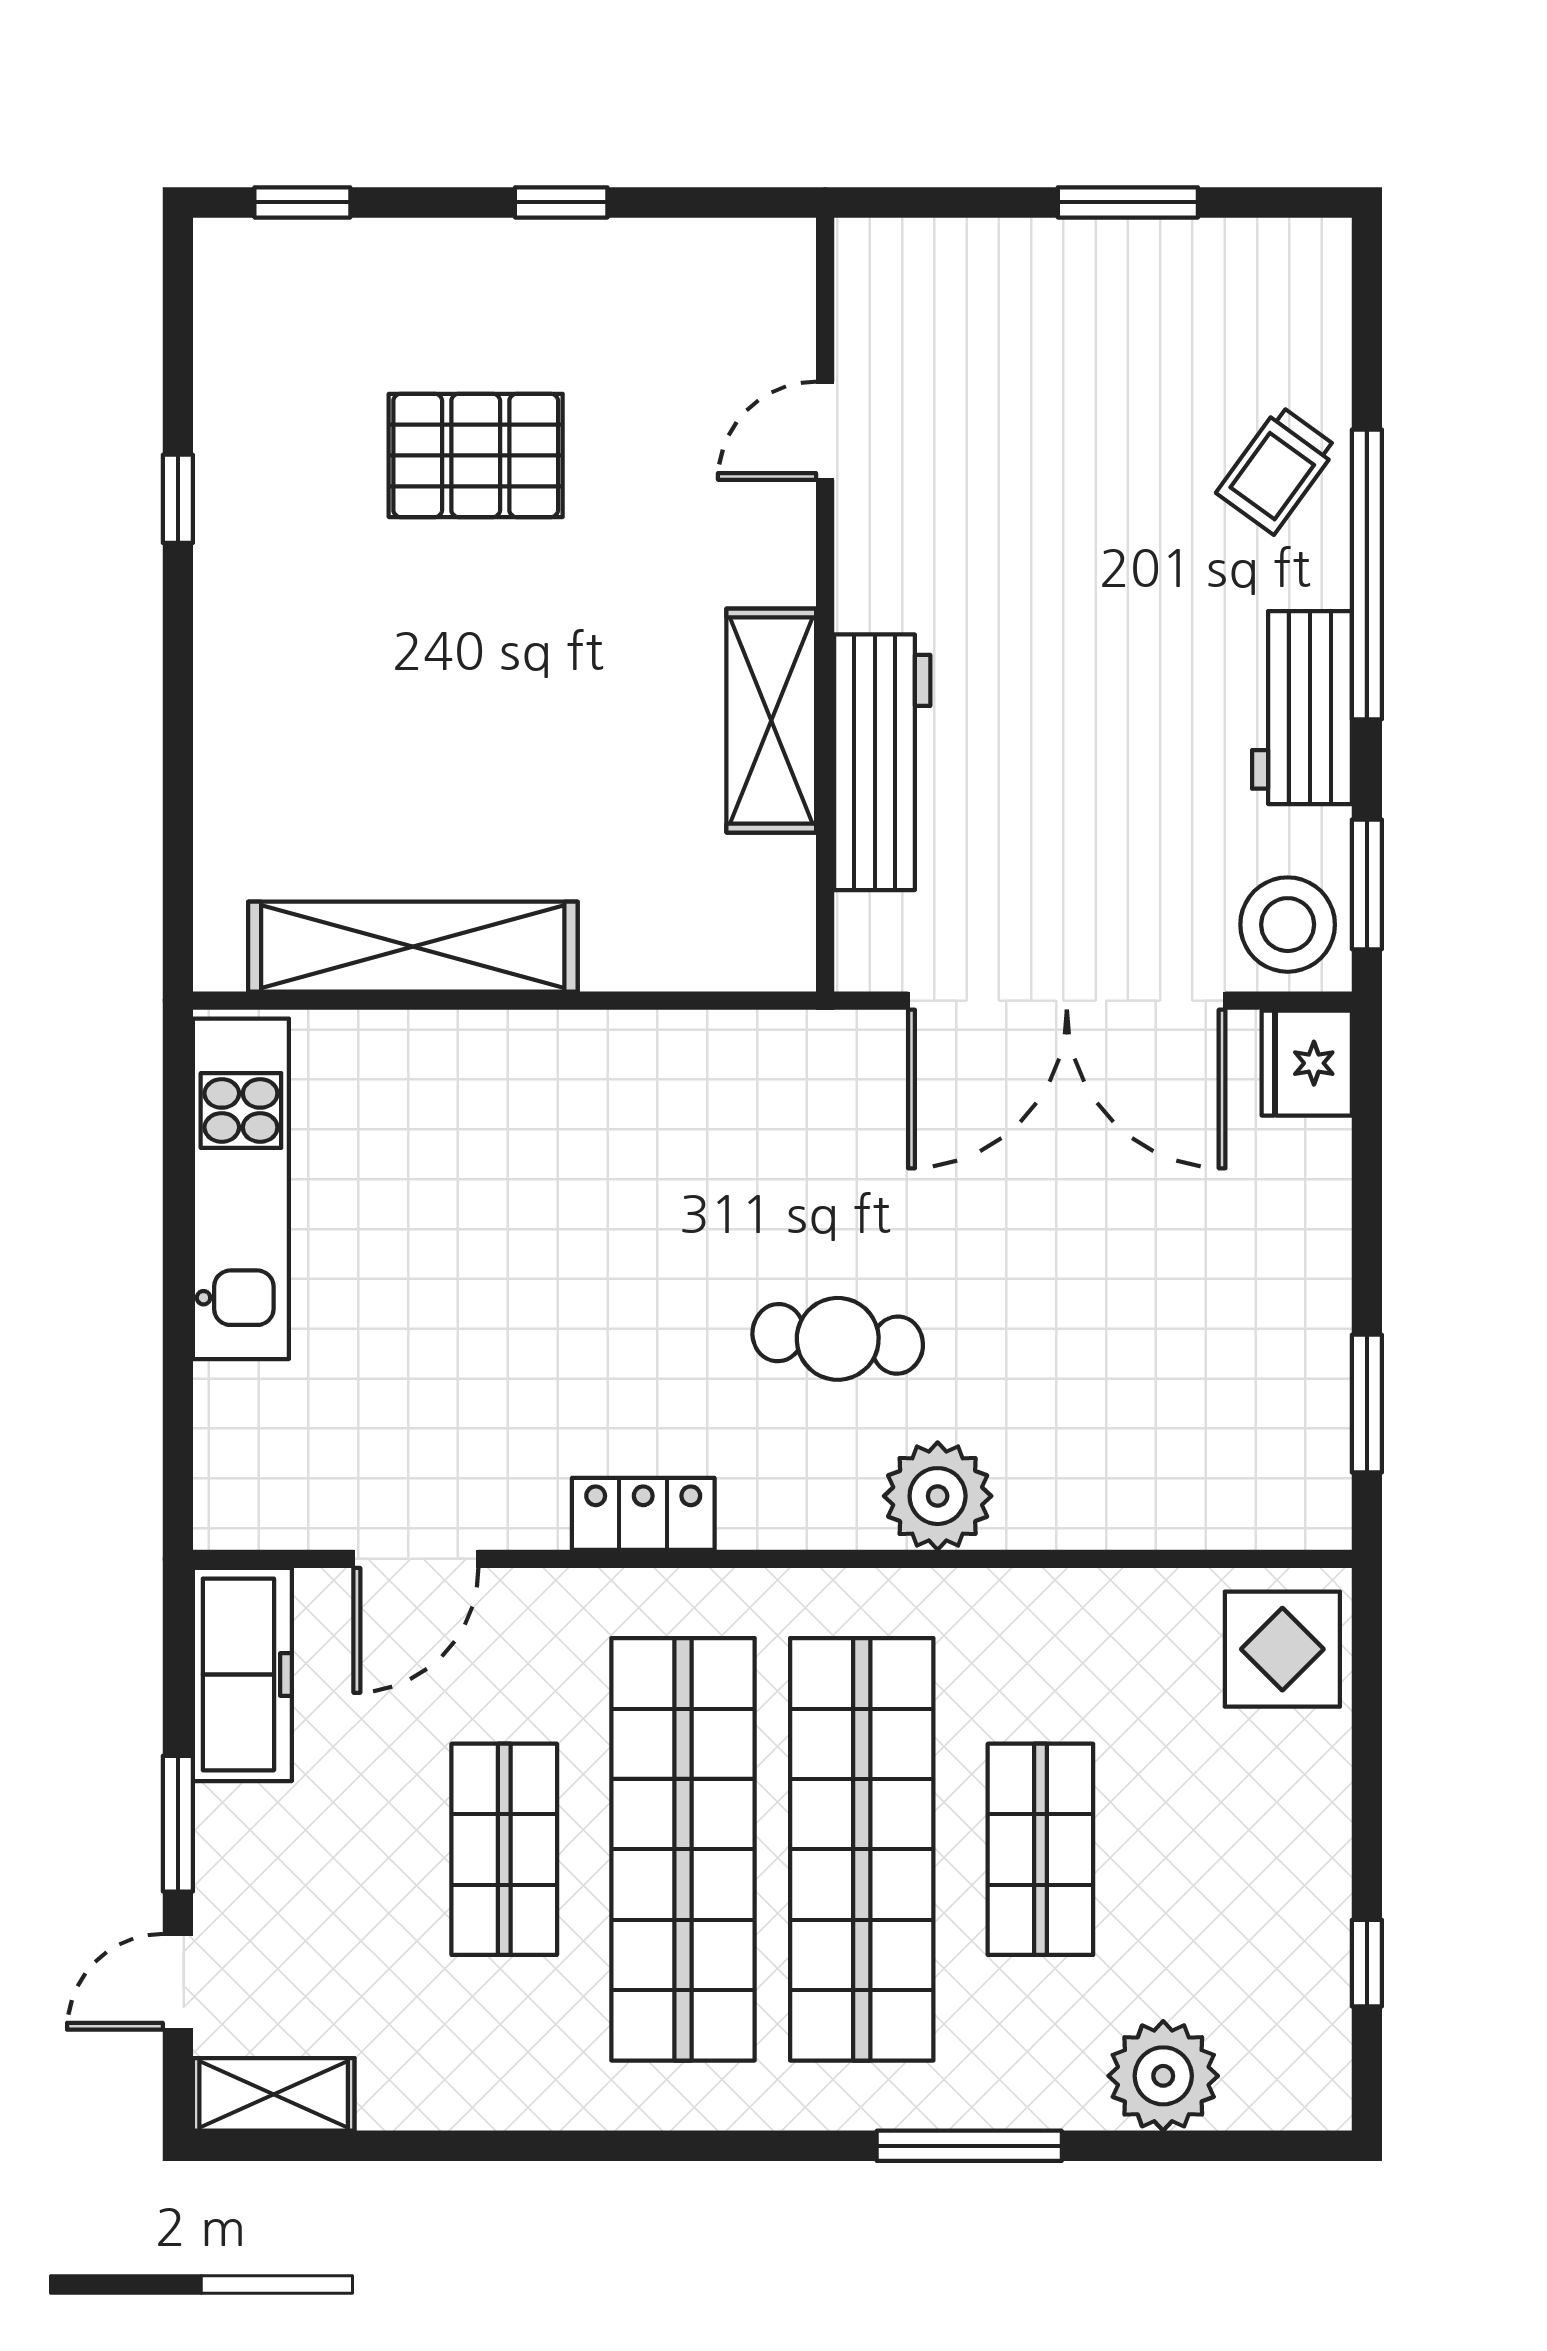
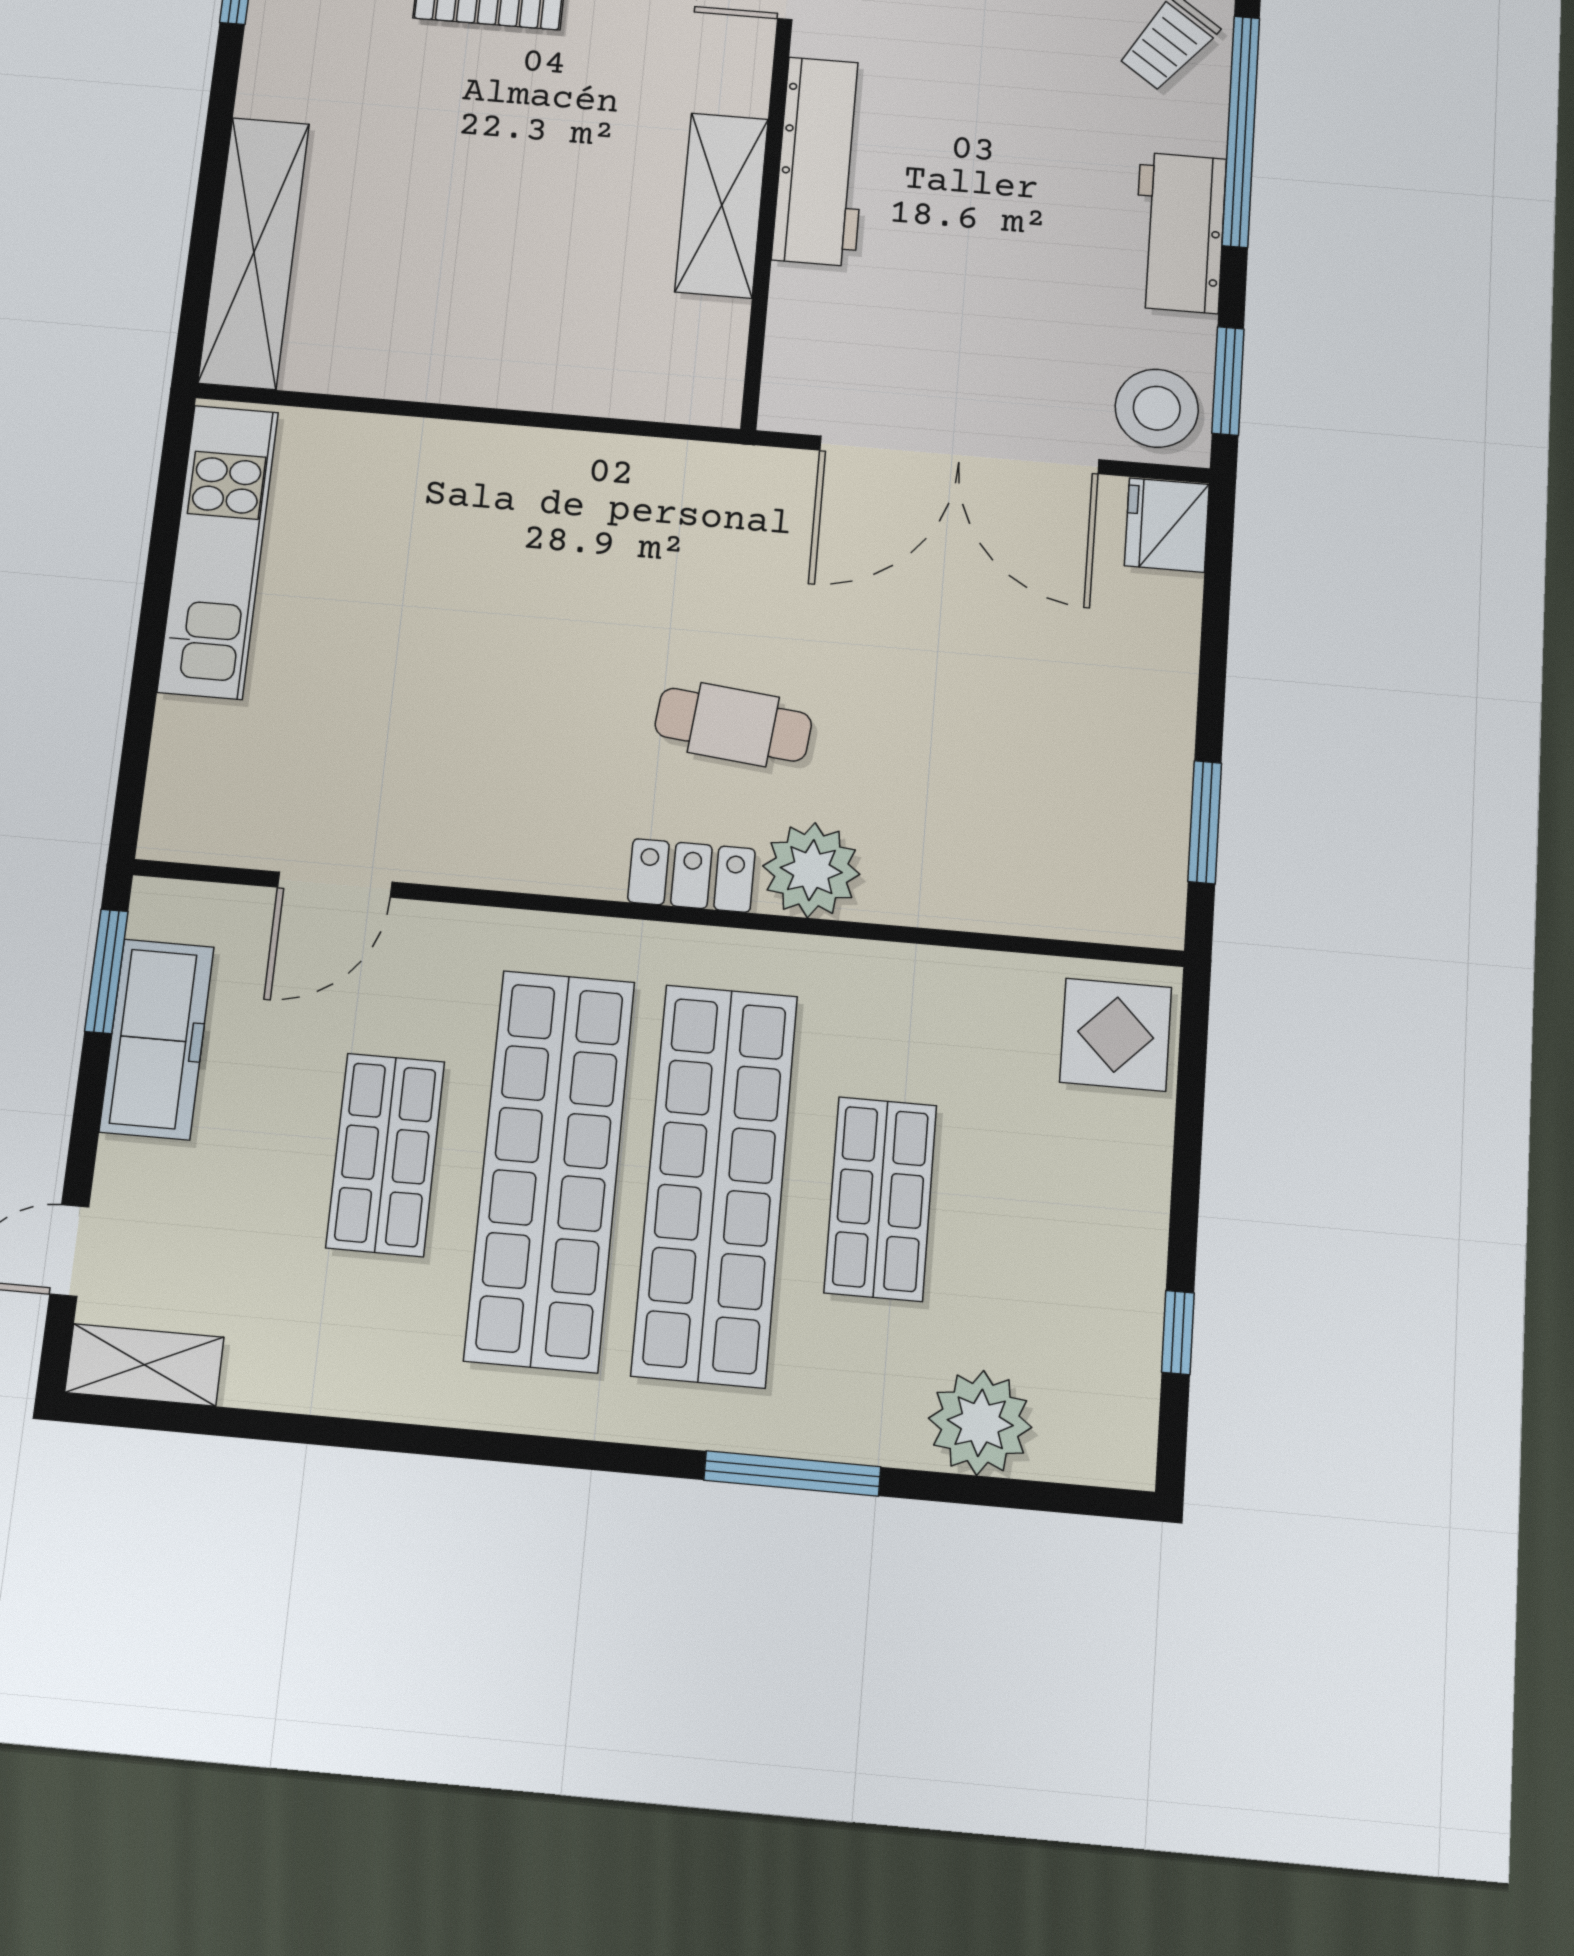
workbench: (882, 762) -> (821, 161), moved
shelving: (413, 947) -> (254, 252), moved, turned 90
locker: (643, 1514) -> (691, 875), moved
freezer: (242, 1674) -> (157, 1039), moved
window: (178, 1824) -> (106, 971), moved

